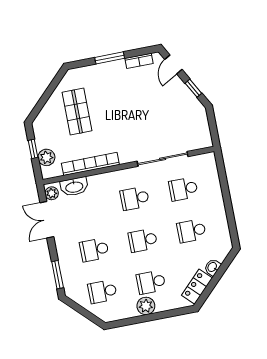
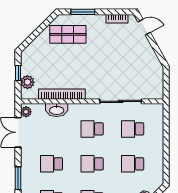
window: (110, 58) -> (83, 12), moved
door: (173, 64) -> (144, 27), swing flipped
window: (193, 88) -> (157, 49), removed
shop shelf: (77, 112) -> (68, 34), moved, turned 90
washbasin: (74, 187) -> (57, 110), moved

